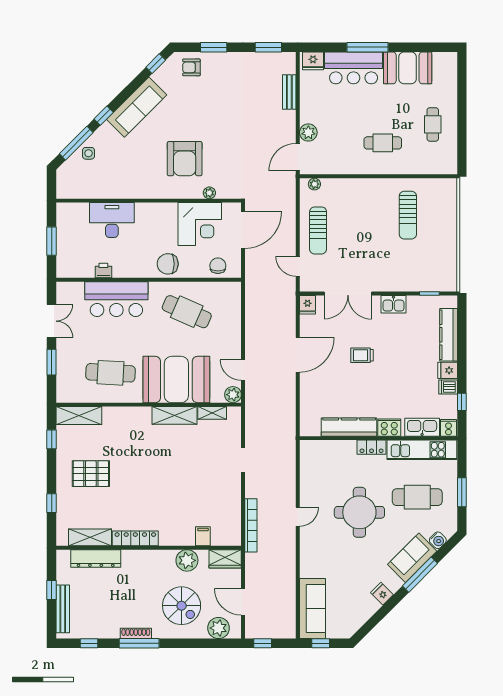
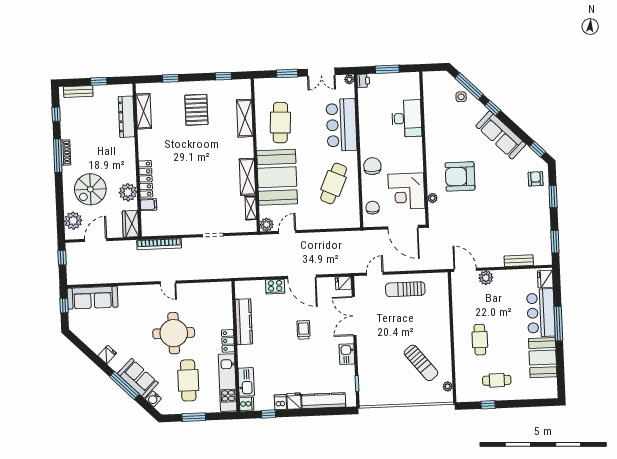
window: (462, 136) -> (488, 405), added
plant: (314, 184) -> (448, 386), moved
sun lounger: (408, 215) -> (421, 363), turned -129
chair: (218, 266) -> (373, 208), turned -90
printer: (103, 271) -> (363, 81), moved
plant: (62, 287) -> (349, 79), added
shelving: (79, 416) -> (245, 118), moved
cooker: (389, 428) -> (275, 287), moved, turned 90
locker: (135, 538) -> (146, 179), moved
bench: (63, 609) -> (78, 92), width x0.73

